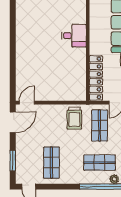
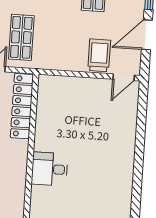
trolley: (74, 118) -> (99, 55), moved
door: (13, 122) -> (147, 35), moved

